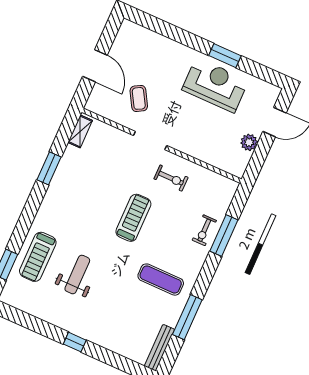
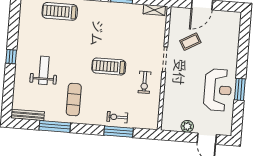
treadmill: (133, 218) -> (109, 66), turned 180
weight bench: (77, 275) -> (44, 70), moved, turned -90

